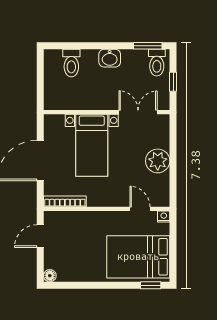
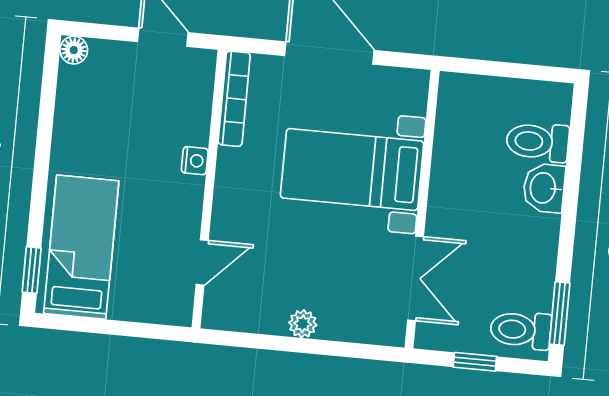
washbasin: (110, 58) -> (544, 188), moved
plant: (158, 161) -> (303, 324), width x0.53, depth x0.53
nightstand: (164, 216) -> (195, 161), moved
bed: (138, 257) -> (81, 247), width x0.67

